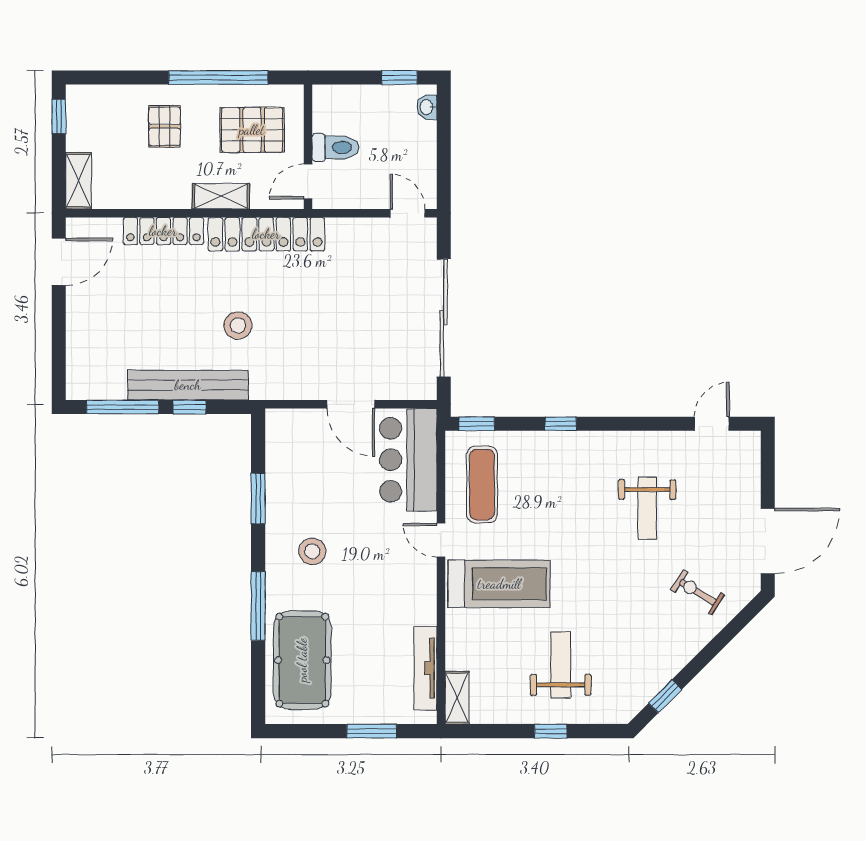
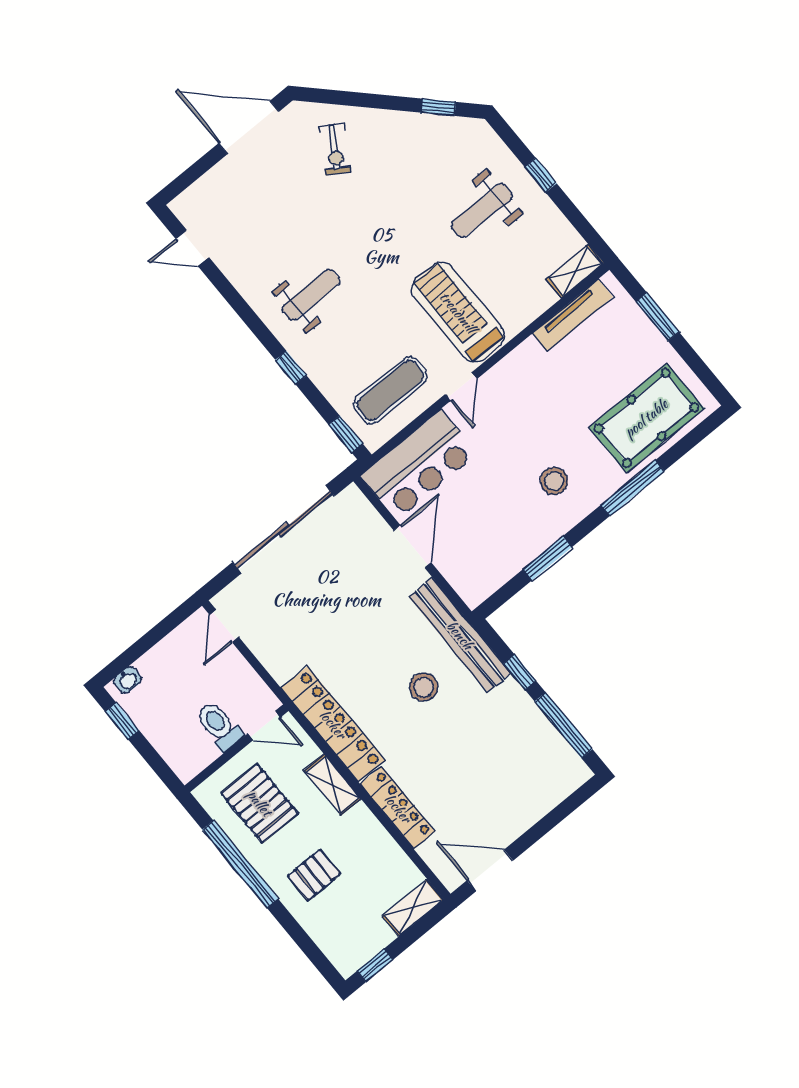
bench: (188, 385) -> (460, 635), moved
weight bench: (647, 508) -> (311, 295), moved

